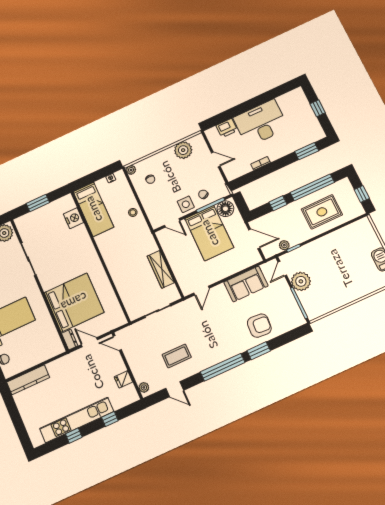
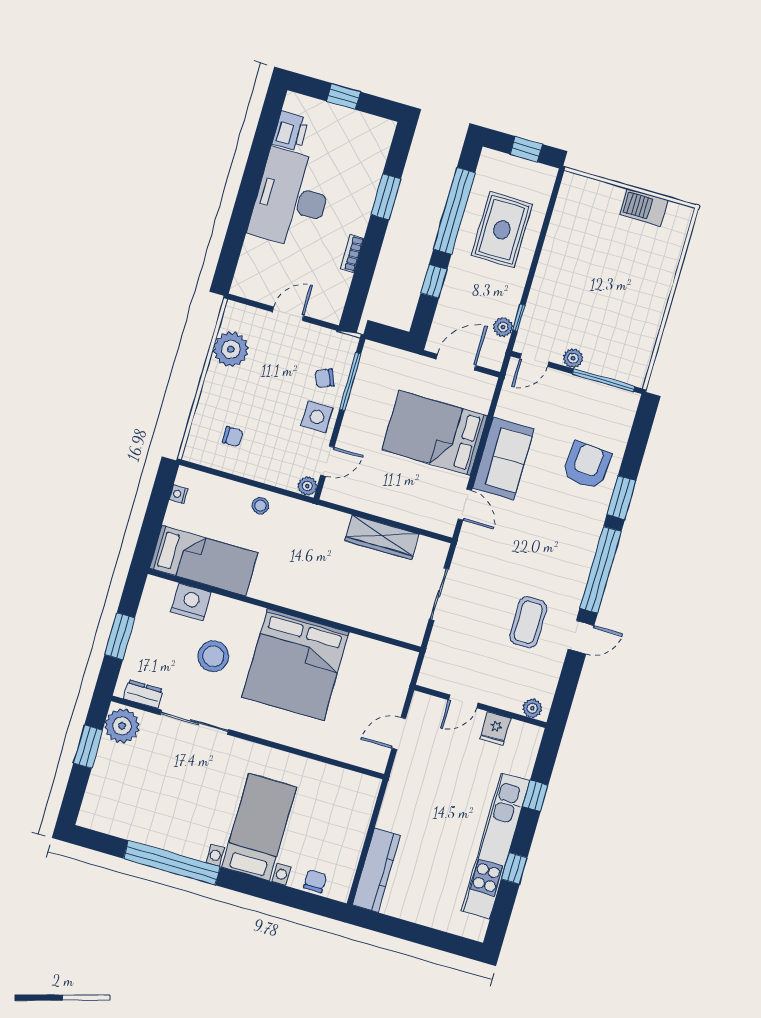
printer: (227, 128) -> (290, 131), moved
window: (307, 151) -> (386, 197), moved
plant: (131, 170) -> (307, 486), moved
floor lamp: (225, 209) -> (375, 365), removed
bed: (209, 233) -> (435, 433), moved, turned 180
stool: (60, 244) -> (213, 656), added
door: (282, 269) -> (534, 360), hinge flipped
plant: (301, 281) -> (573, 358), width x0.53, depth x0.53
sofa: (246, 284) -> (503, 459), moved
bed: (74, 302) -> (296, 665), moved, turned 180
dresser: (70, 340) -> (143, 694), moved
door: (117, 343) -> (463, 701), moved
door: (175, 389) -> (581, 637), moved

